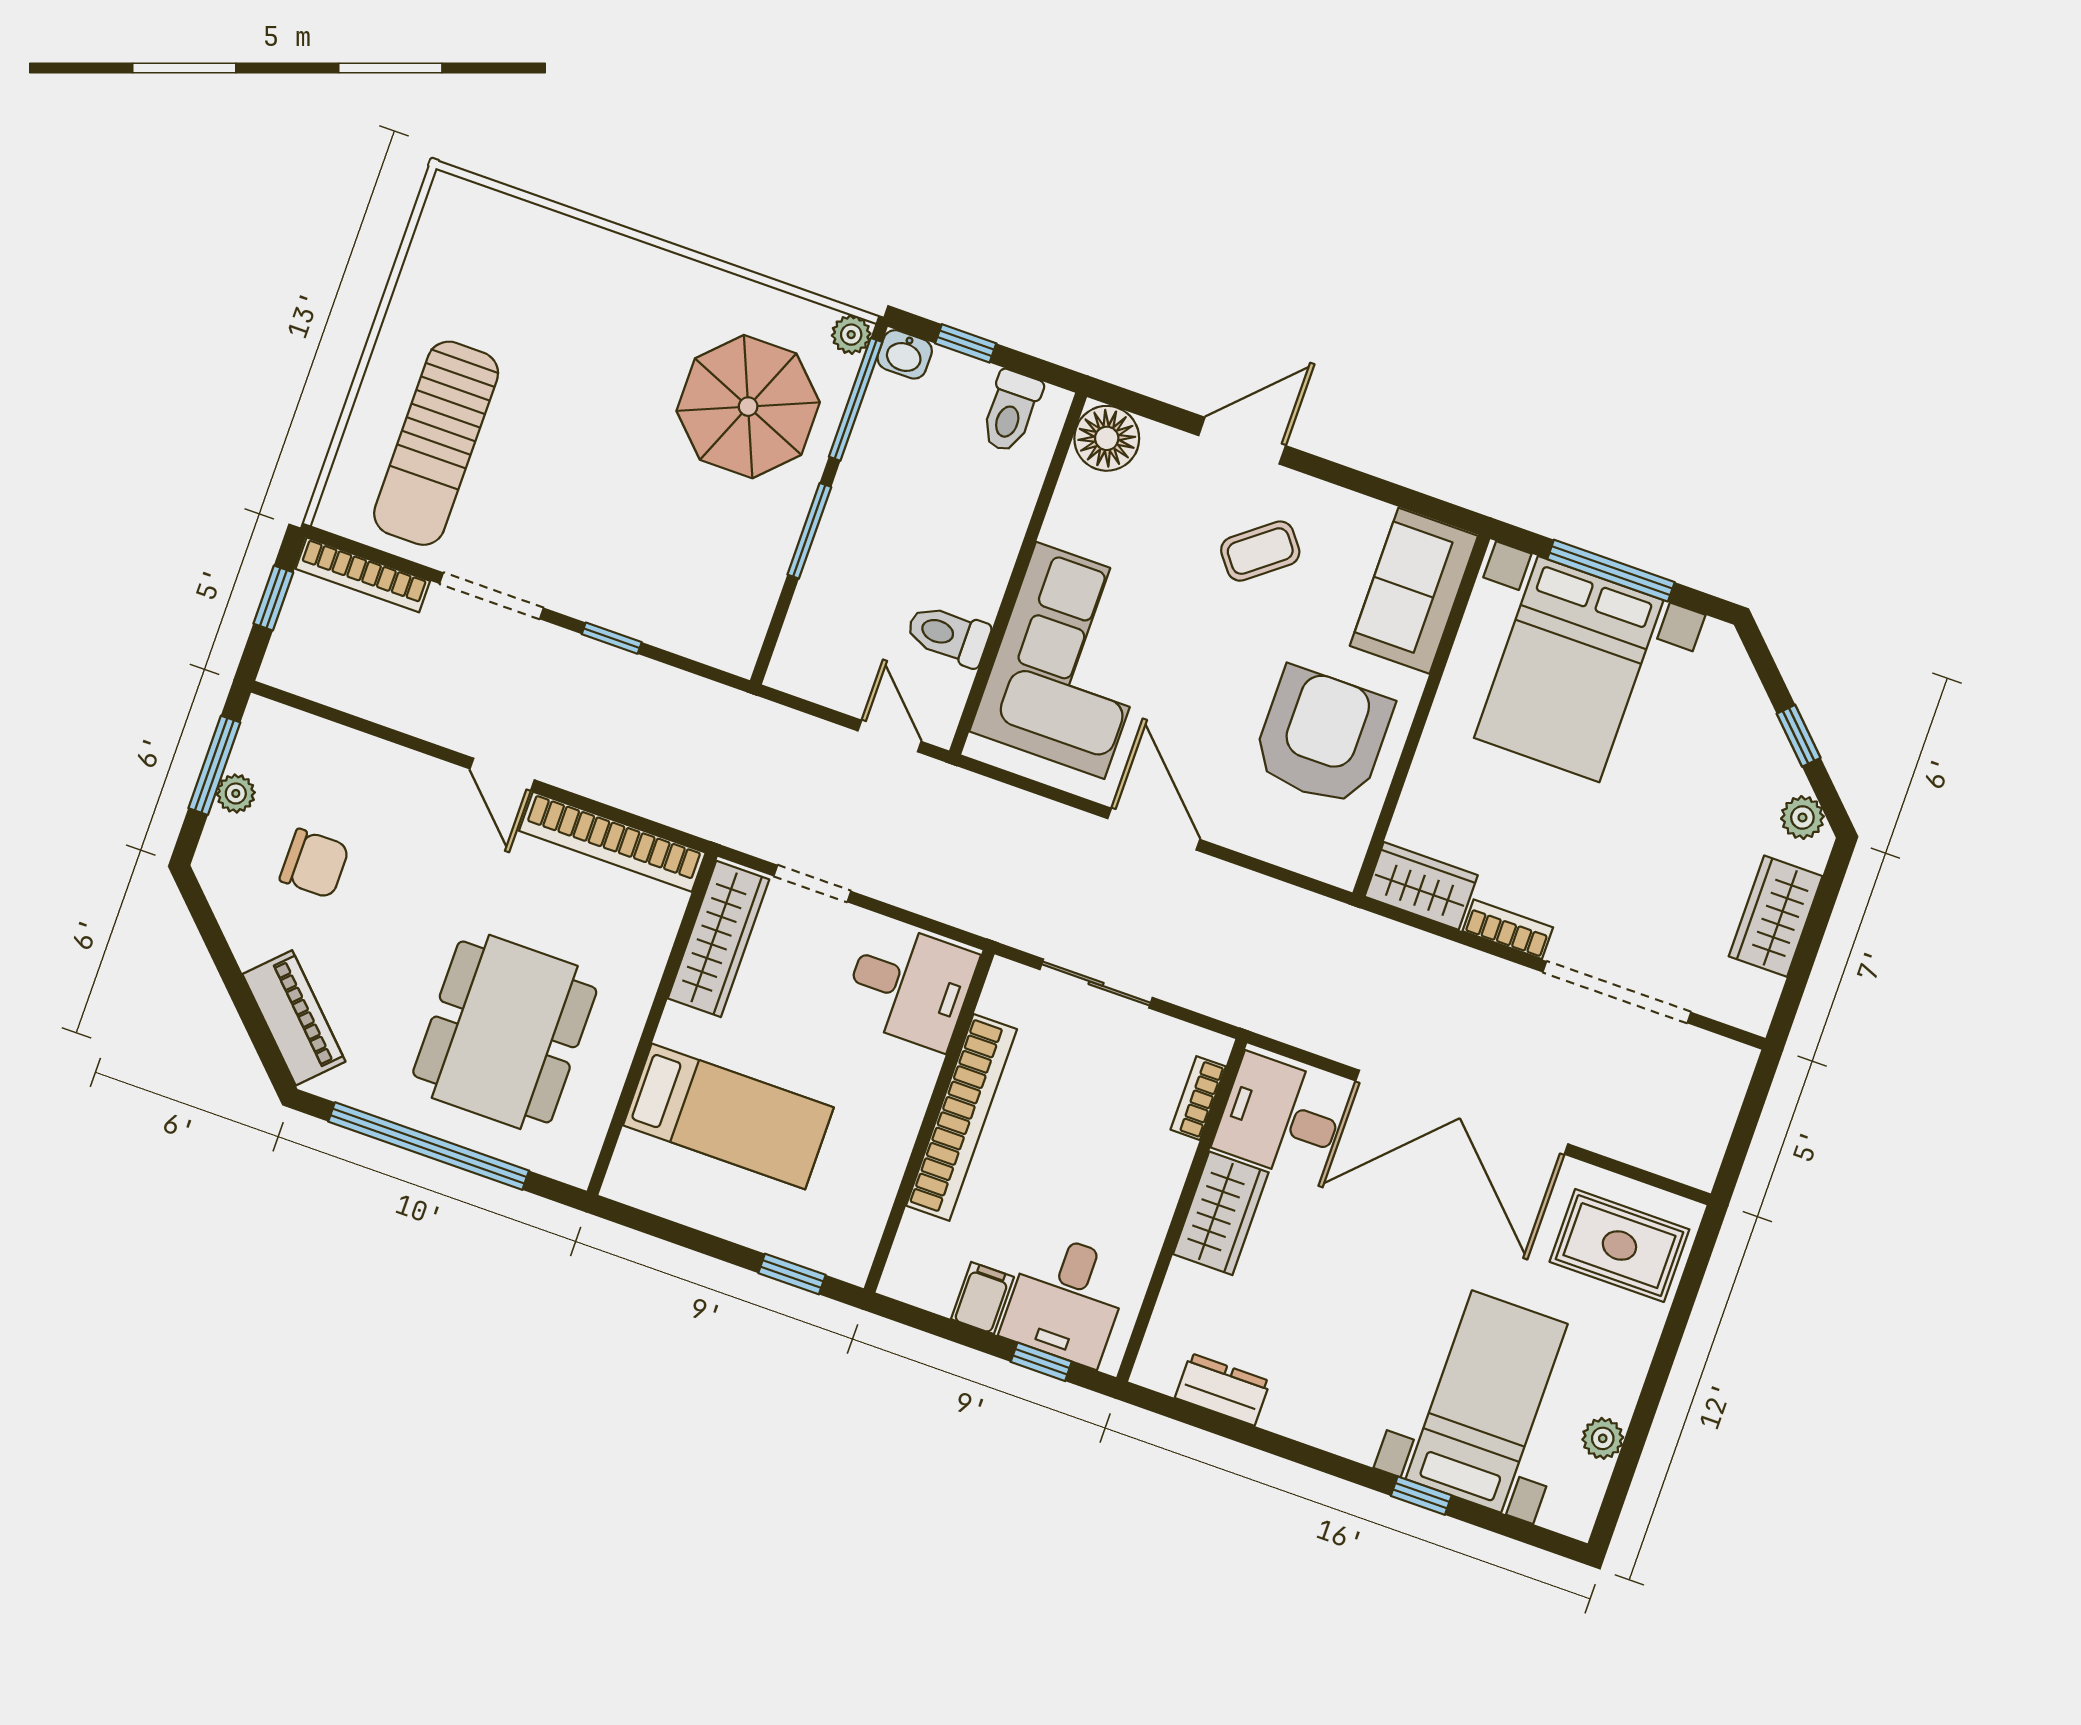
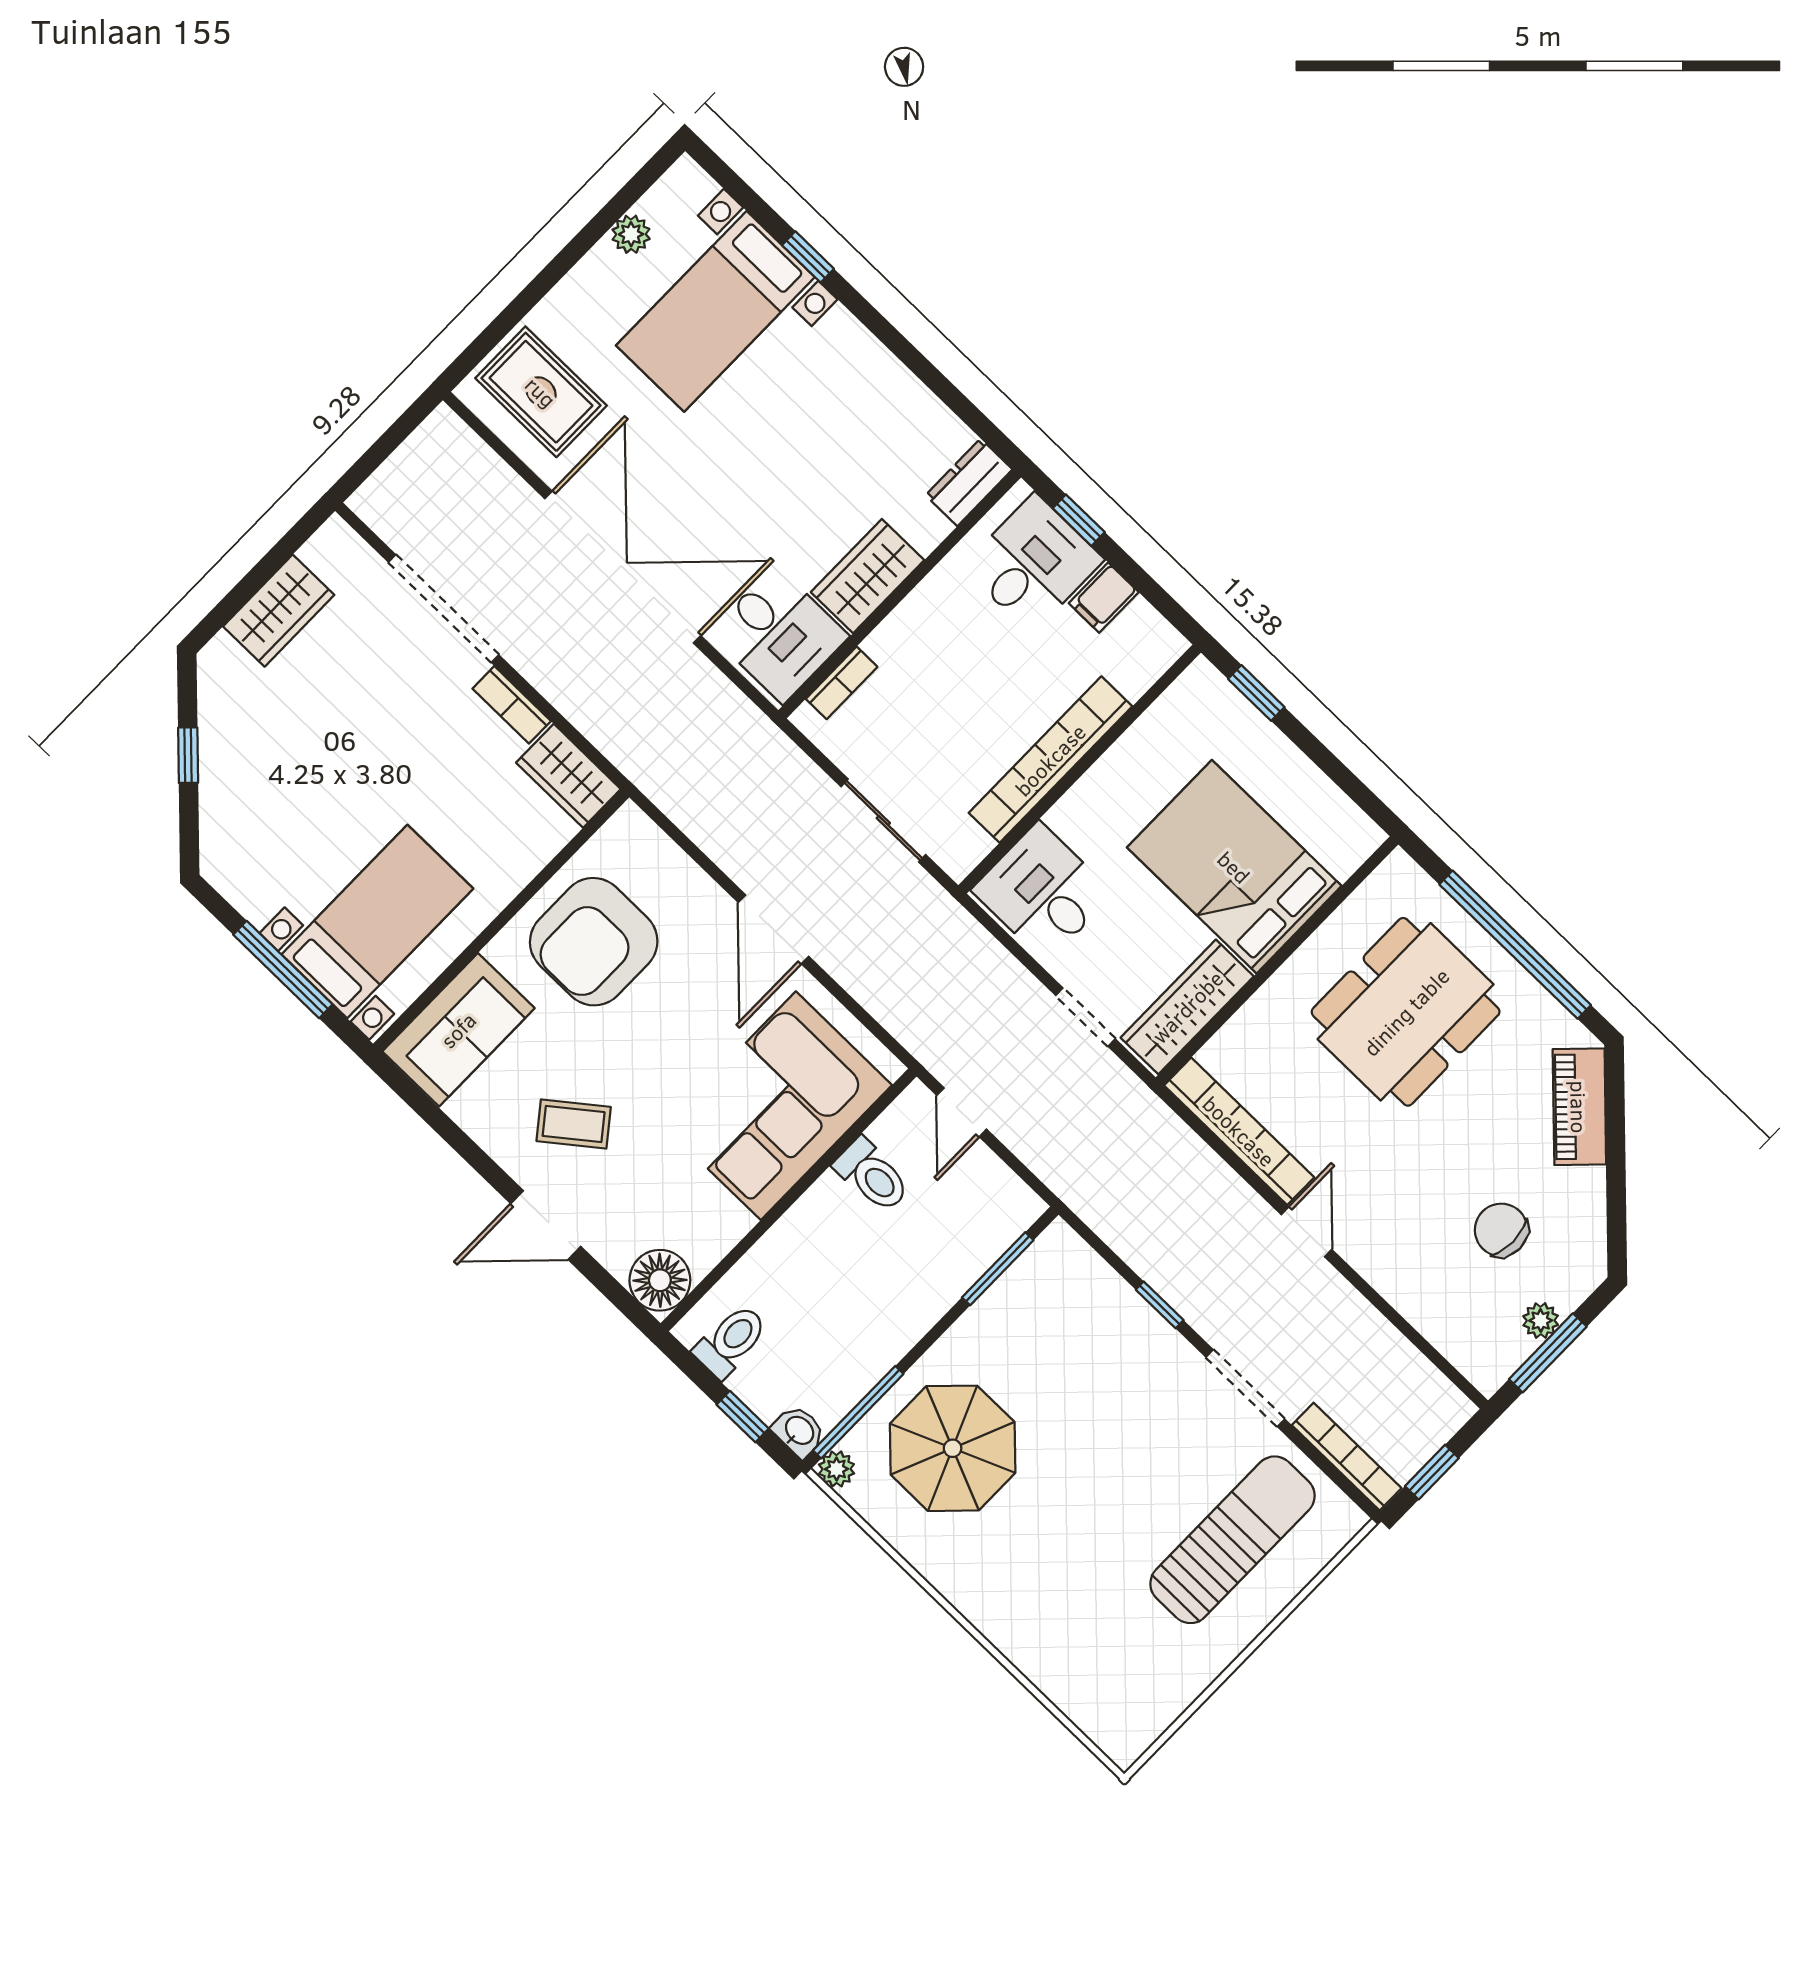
window: (809, 531) -> (998, 1269), moved
bed with nightstands: (1569, 669) -> (377, 922), width x0.73
plant: (1802, 817) -> (217, 684), removed
bed: (728, 1116) -> (1234, 867), width x1.50
dresser: (1223, 1389) -> (969, 482), moved, turned 90

